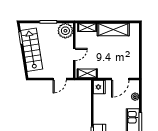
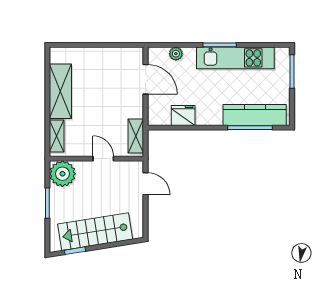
fridge: (99, 87) -> (183, 115), moved

